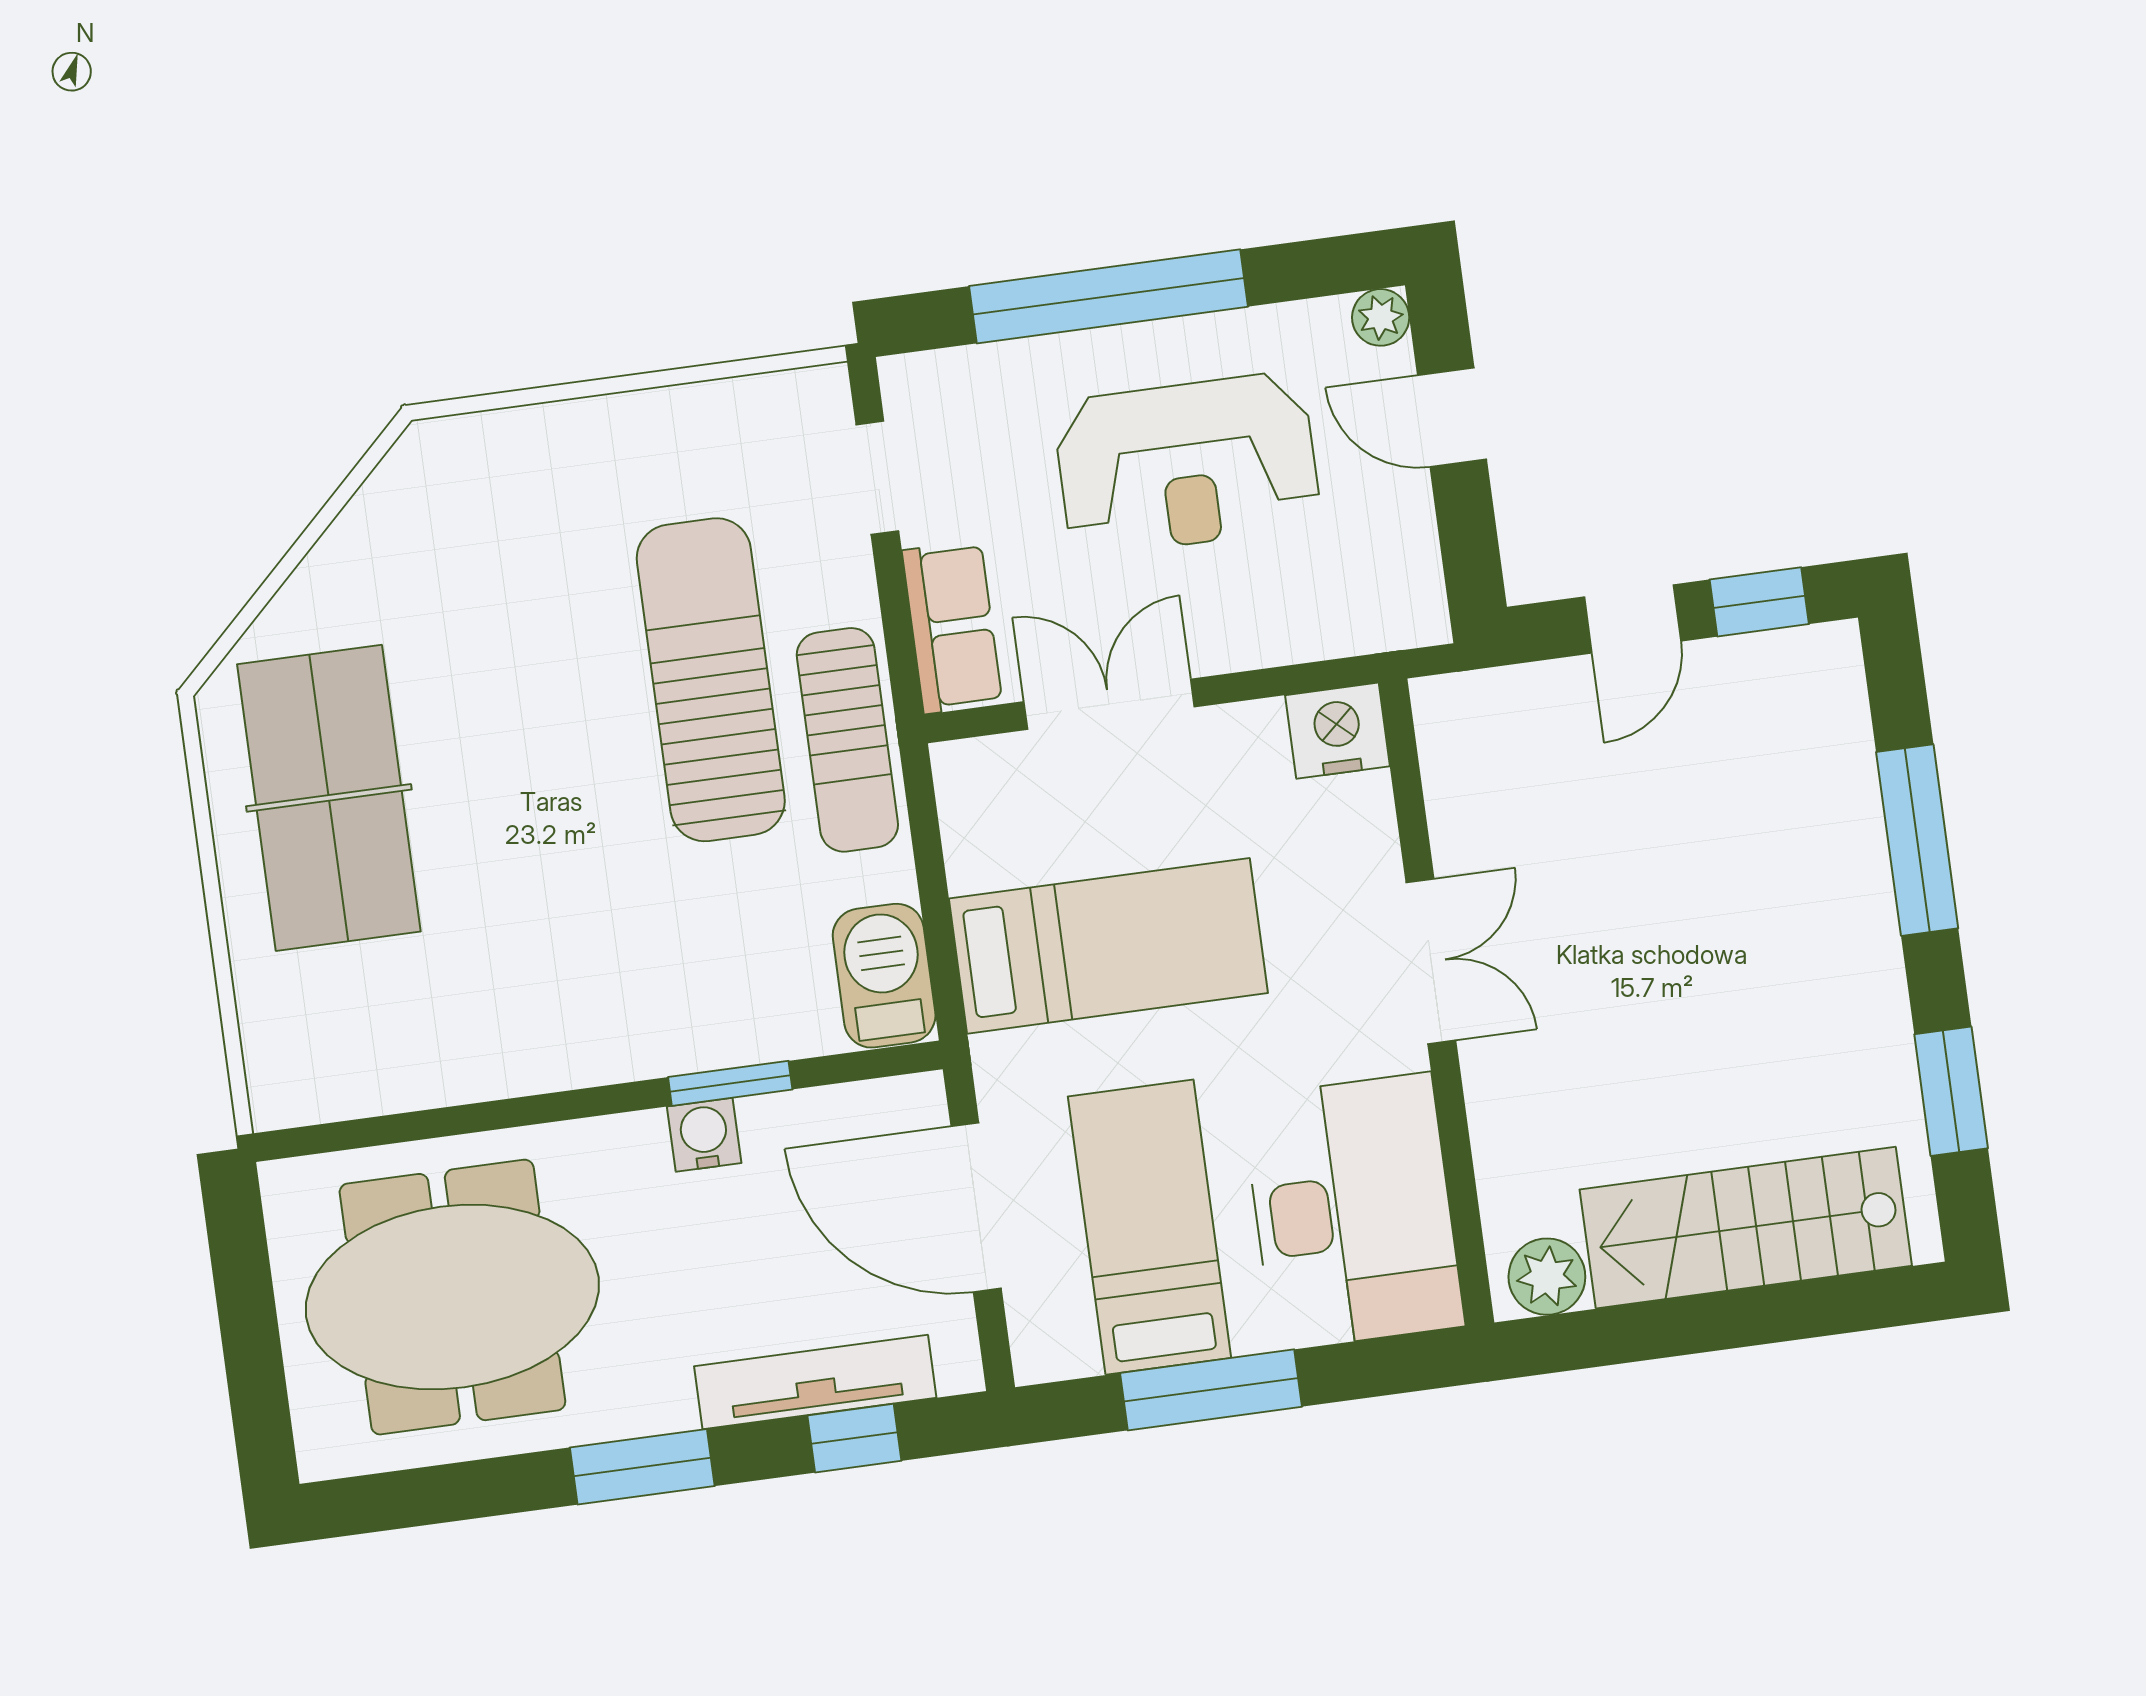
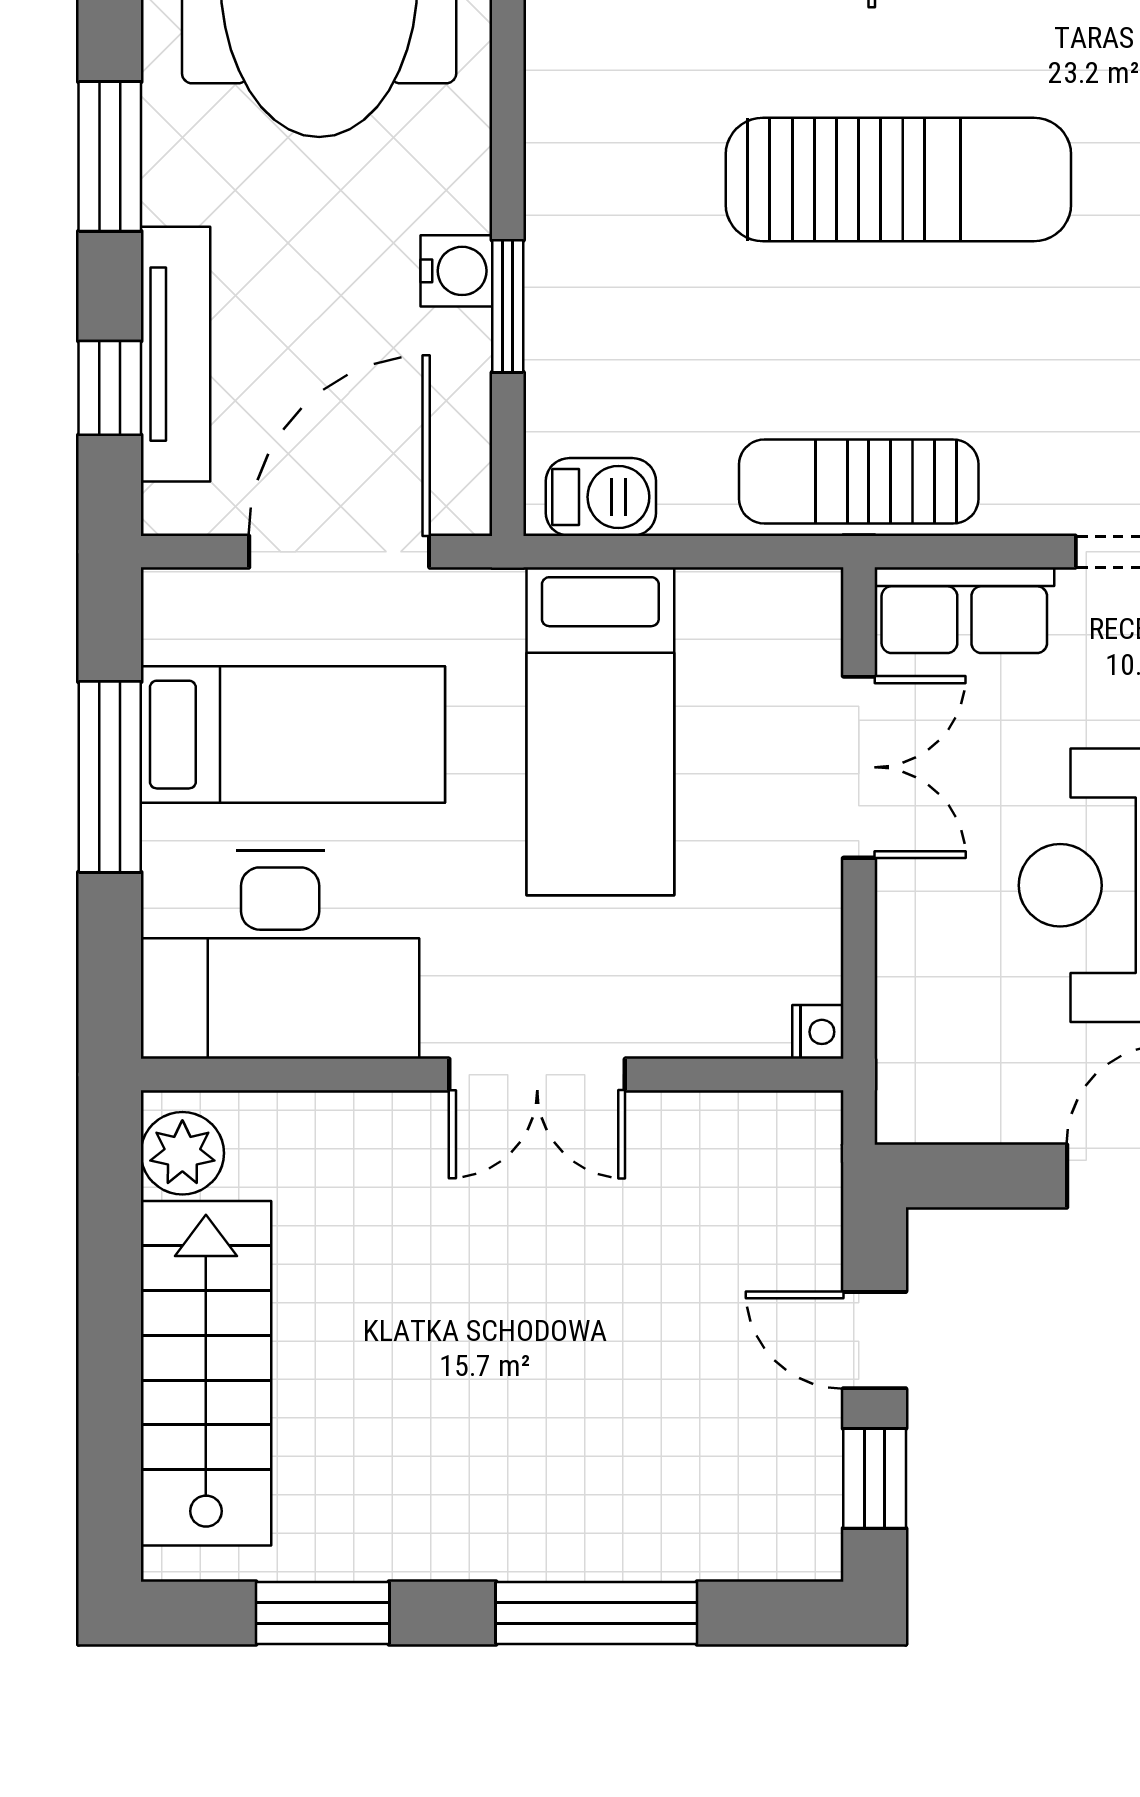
sun lounger: (711, 680) -> (898, 179), moved
nightstand: (1338, 731) -> (818, 1032), width x0.53, depth x0.56
barbecue: (884, 976) -> (601, 497), width x0.73, depth x0.79

